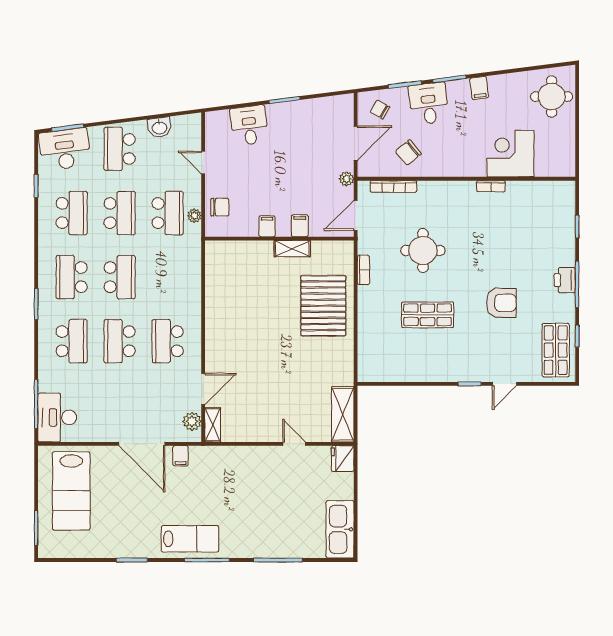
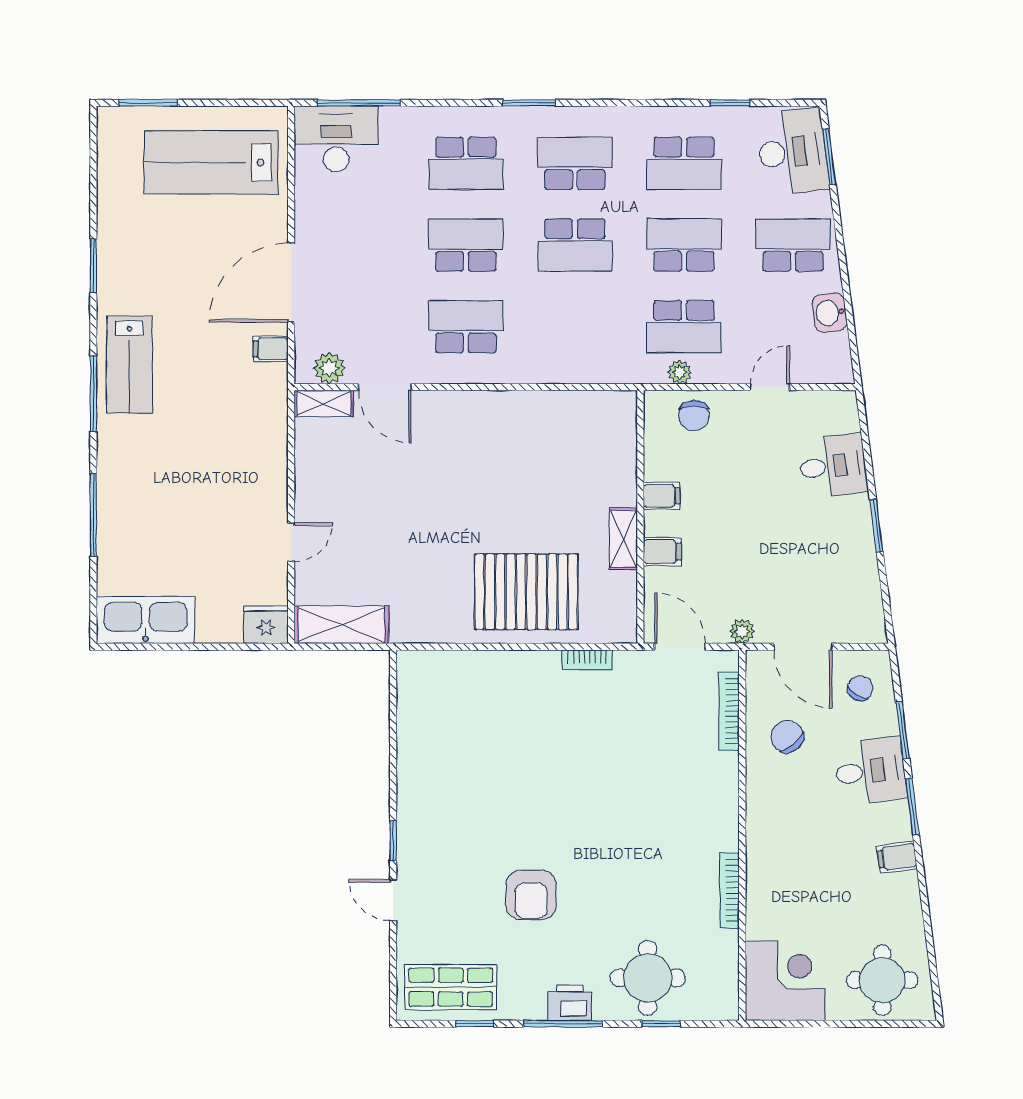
corner desk: (510, 154) -> (785, 981), moved
bookcase: (491, 186) -> (730, 891), width x1.56
school desk: (120, 213) -> (684, 245), turned 180
round table: (423, 250) -> (648, 978), moved
shop shelf: (428, 315) -> (511, 769), removed

